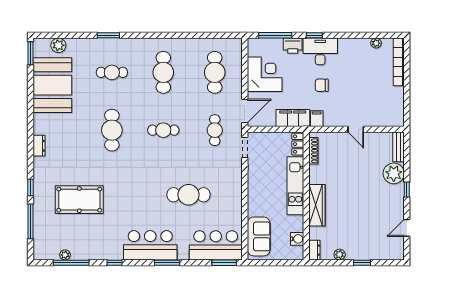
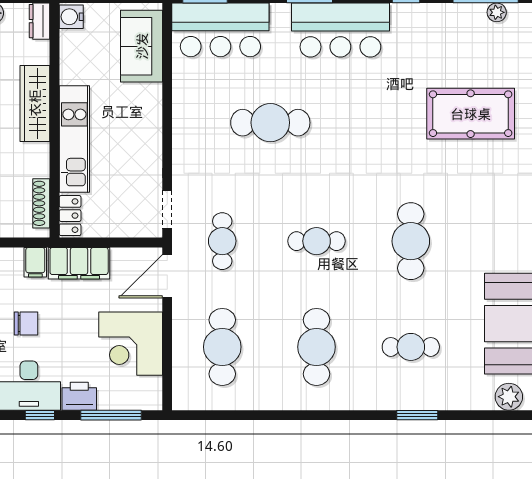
water cooler: (297, 239) -> (71, 17), moved

